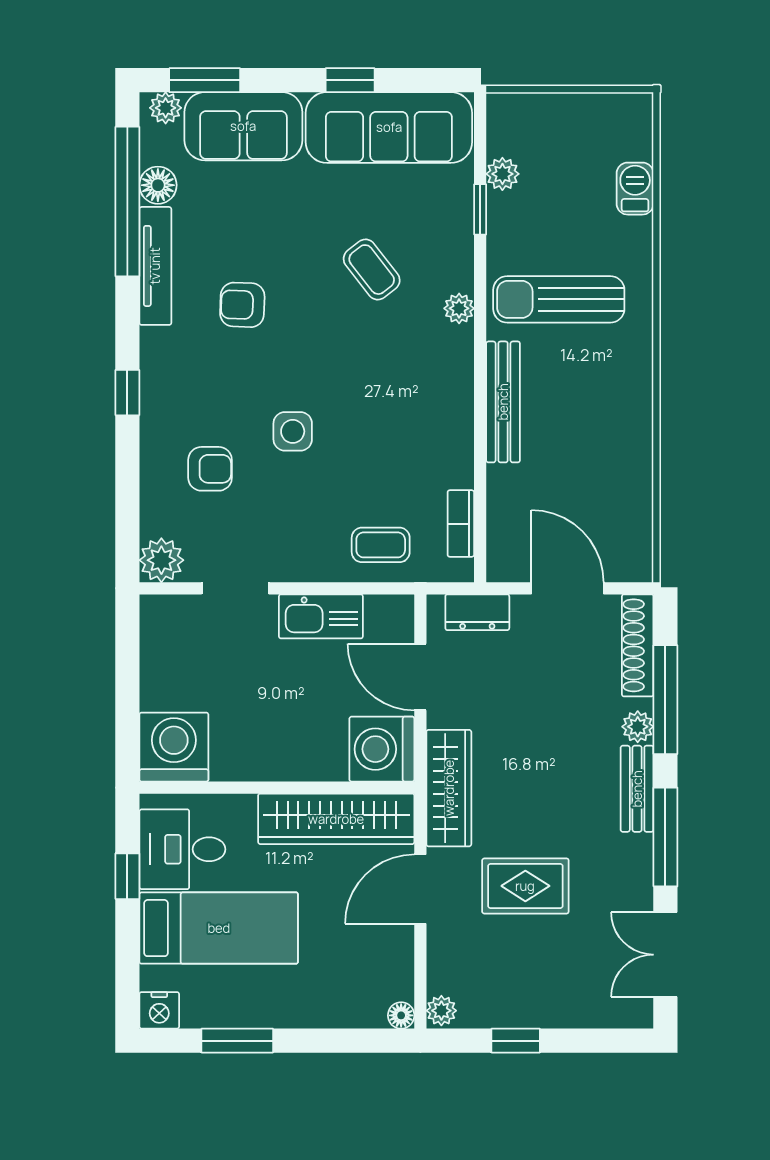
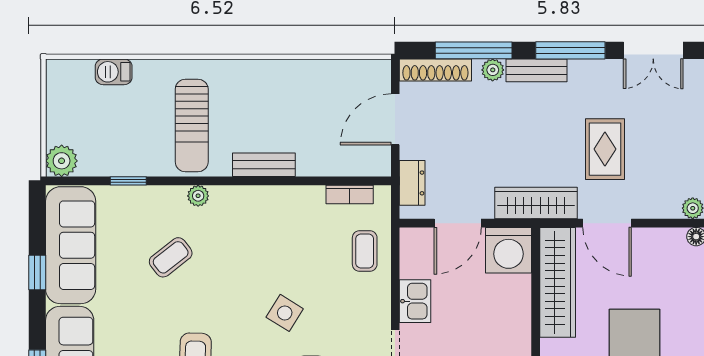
plant: (502, 174) -> (62, 161), moved, width x1.38, depth x1.38
bench: (503, 402) -> (264, 165), width x0.73
side table: (293, 431) -> (285, 313), turned 32
kitchen sink: (321, 616) -> (415, 301), width x0.73

